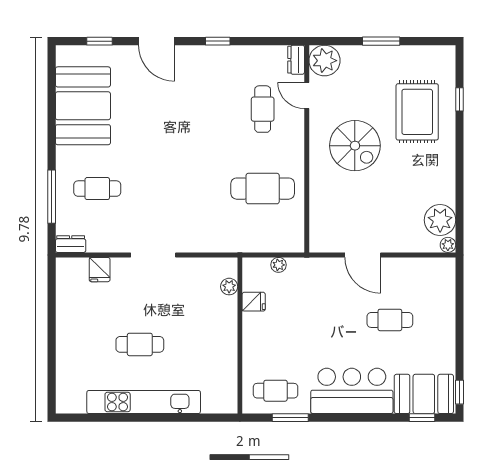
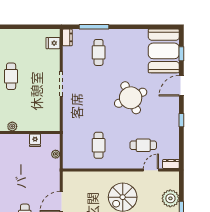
plant: (325, 61) -> (170, 198), moved
booth: (83, 106) -> (164, 51), moved, turned 90
round table: (178, 131) -> (131, 98), added
cafe table: (263, 189) -> (99, 145), width x0.73, depth x0.74
fridge: (100, 270) -> (53, 43), moved
plant: (229, 287) -> (12, 126), moved

